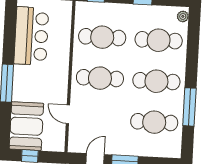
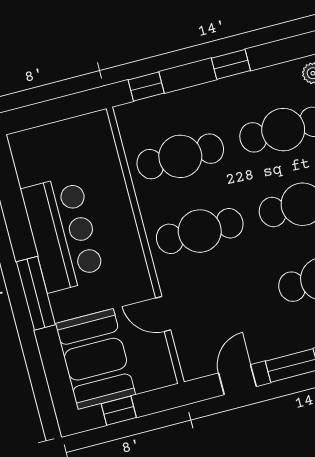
bar counter: (31, 36) -> (63, 234), moved

